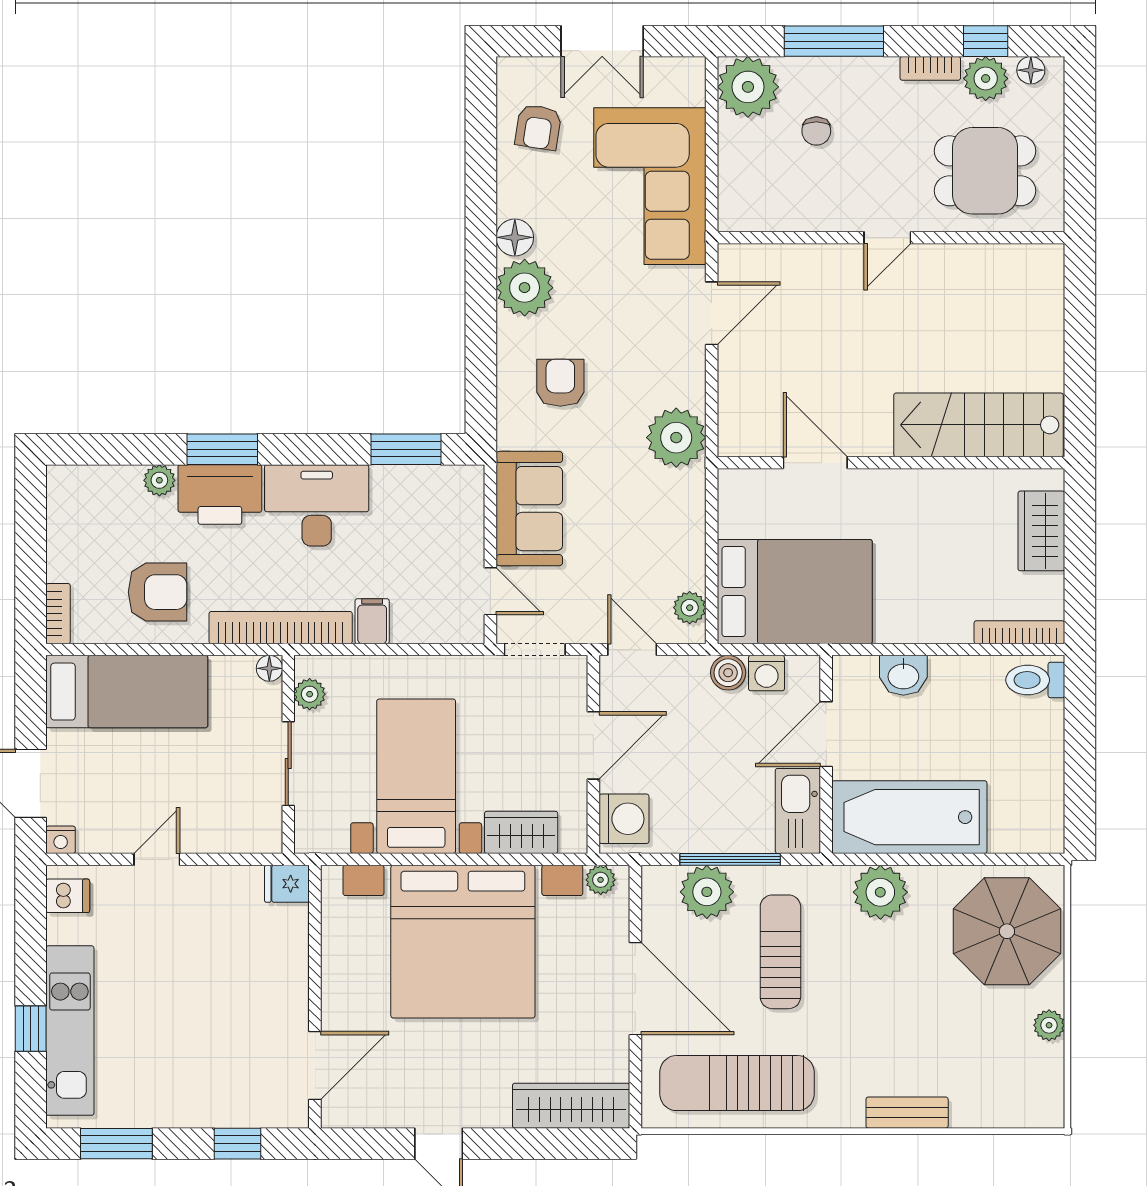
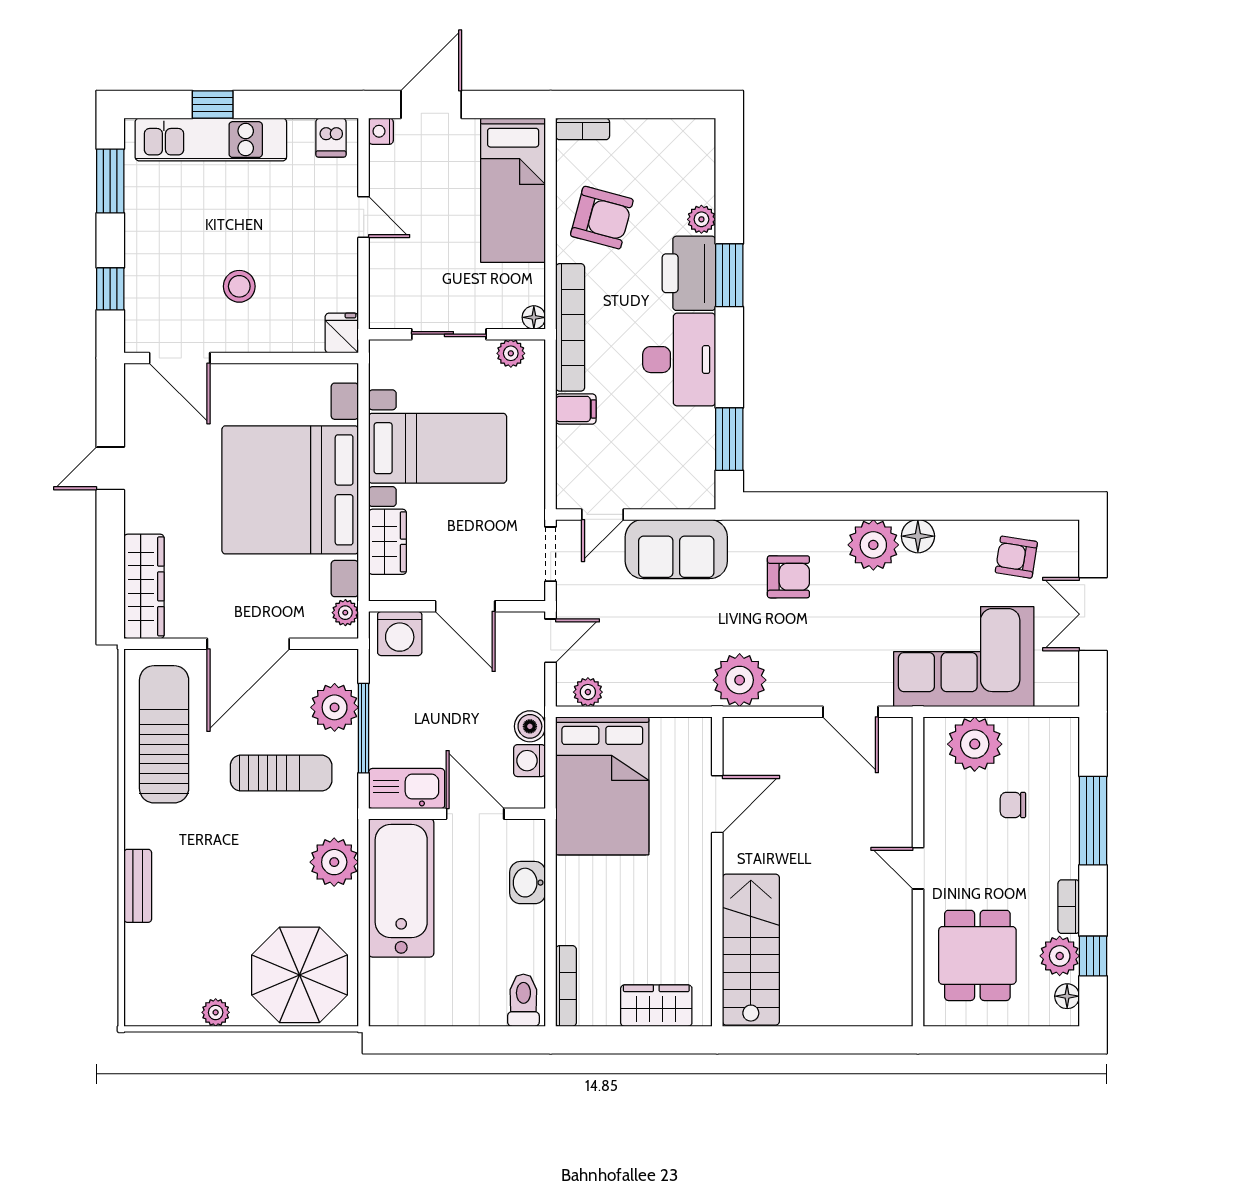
plant: (748, 87) -> (975, 744), moved
armchair: (157, 592) -> (602, 218), turned -75
stool: (235, 999) -> (239, 286), added

